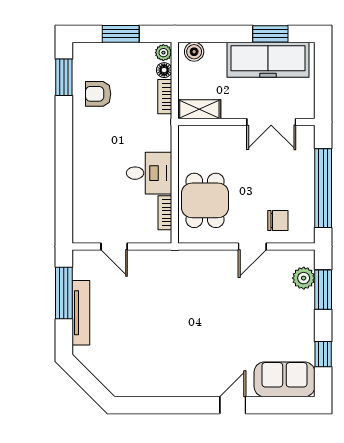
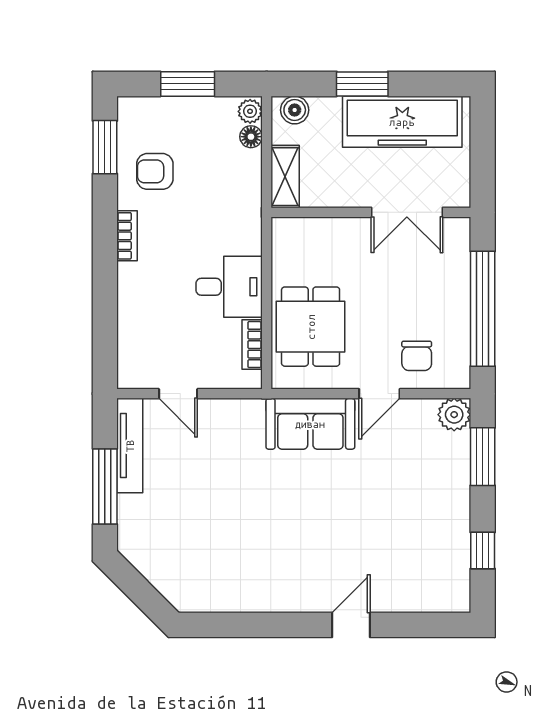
window: (270, 34) -> (362, 84), moved
bookcase: (165, 97) -> (127, 236), moved, turned 180
shelving: (199, 109) -> (285, 177), moved, turned 90
chair: (278, 221) -> (417, 356), turned 90
plant: (304, 278) -> (454, 415), moved
window: (64, 293) -> (105, 486), moved
tv unit: (81, 313) -> (130, 446), moved
sofa: (284, 379) -> (310, 424), moved, turned 180

